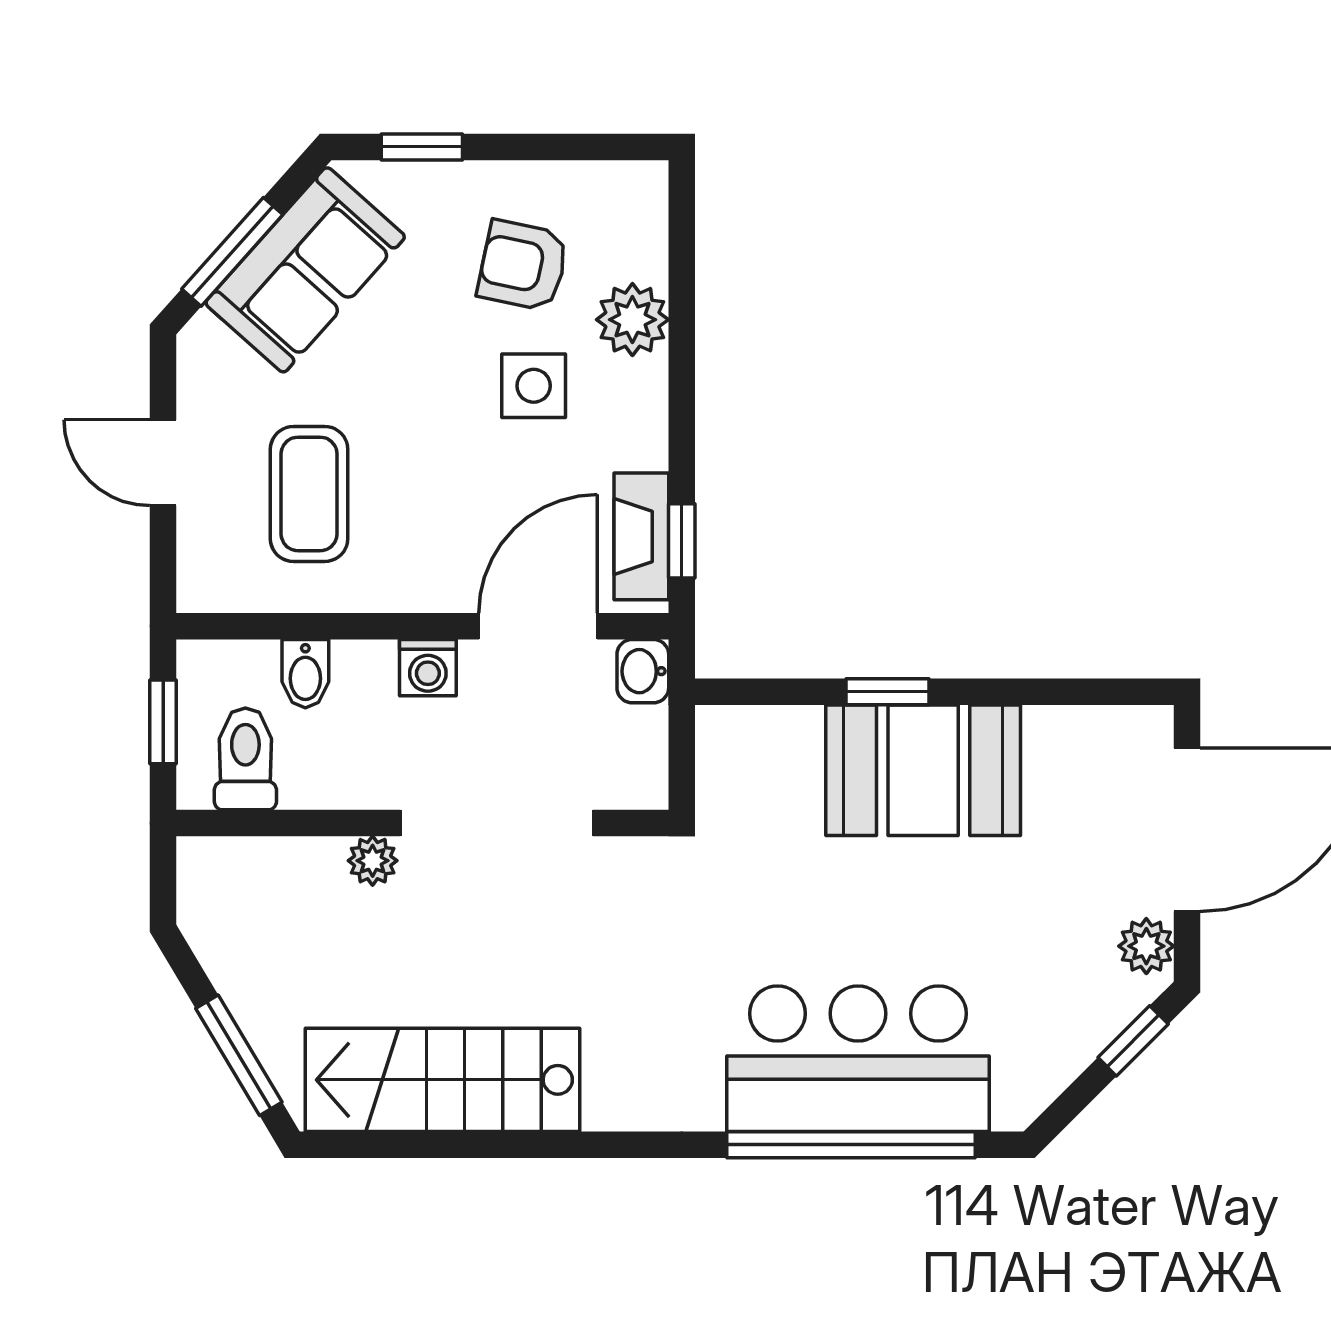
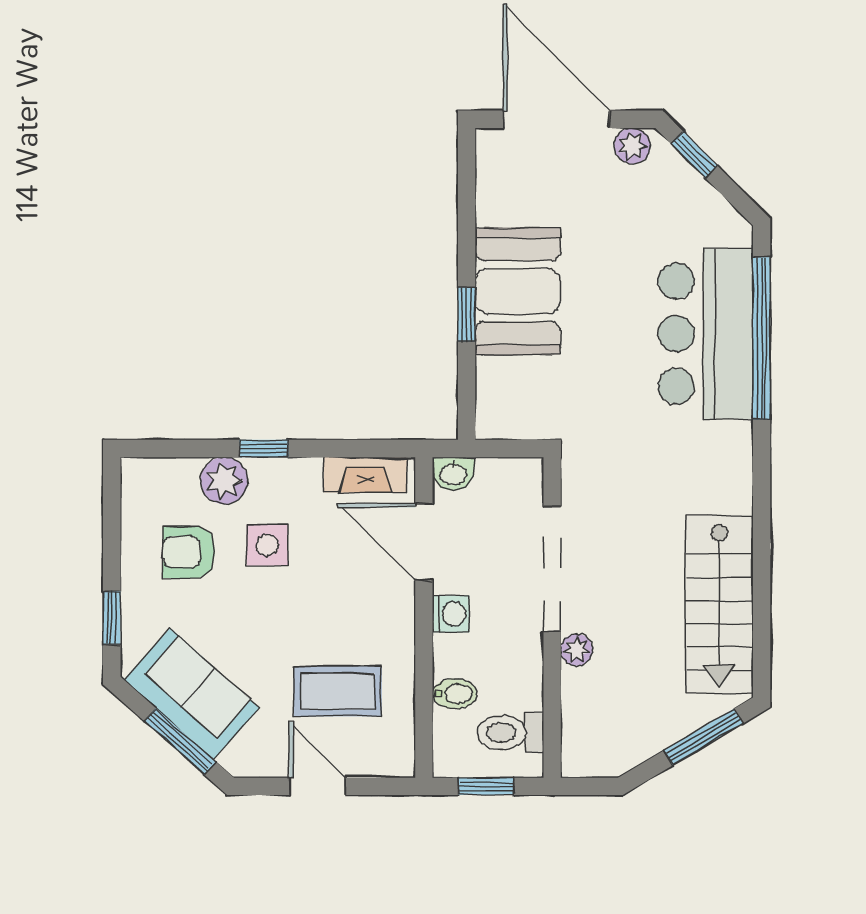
armchair: (523, 265) -> (189, 552), turned 78
door: (163, 463) -> (317, 786), swing flipped
window: (682, 541) -> (264, 449), moved

